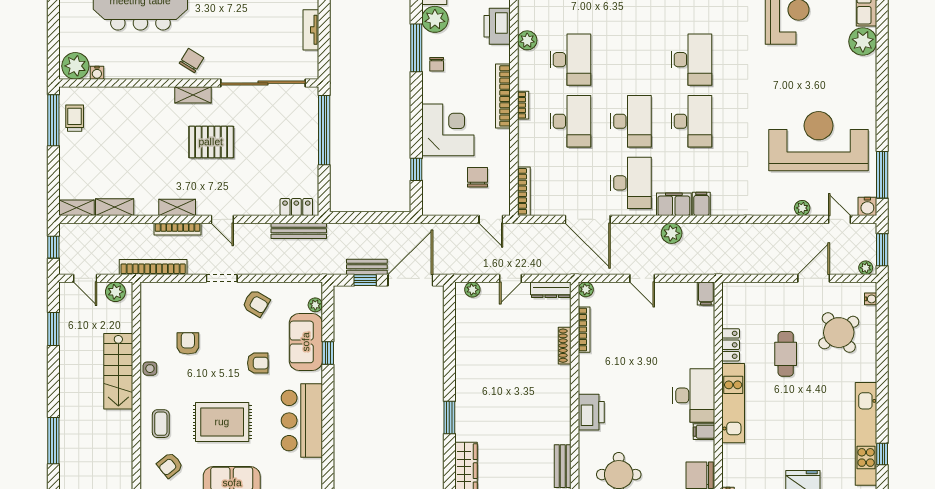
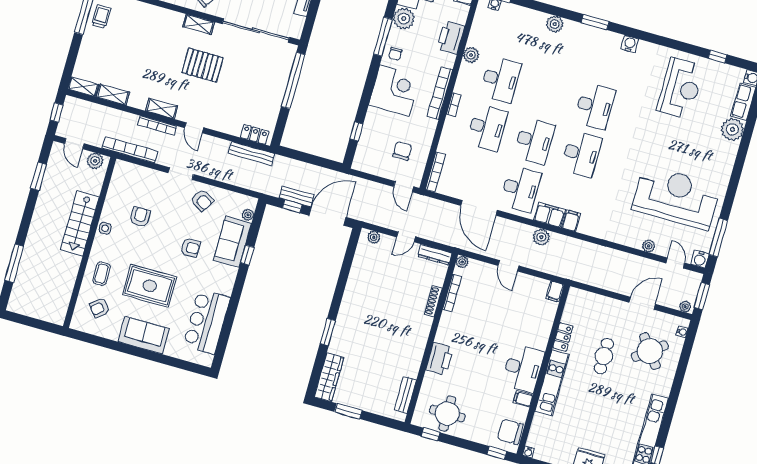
corner desk: (448, 130) -> (394, 91), moved
bar counter: (302, 421) -> (207, 322), moved

